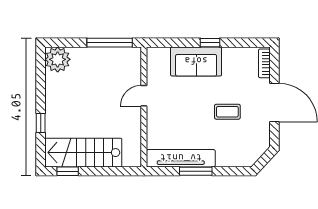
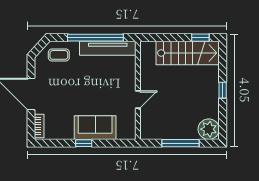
window: (110, 43) -> (181, 143), moved
coffee table: (227, 112) -> (59, 55), moved
window: (41, 123) -> (223, 90), moved
window: (196, 171) -> (95, 38), width x2.11

